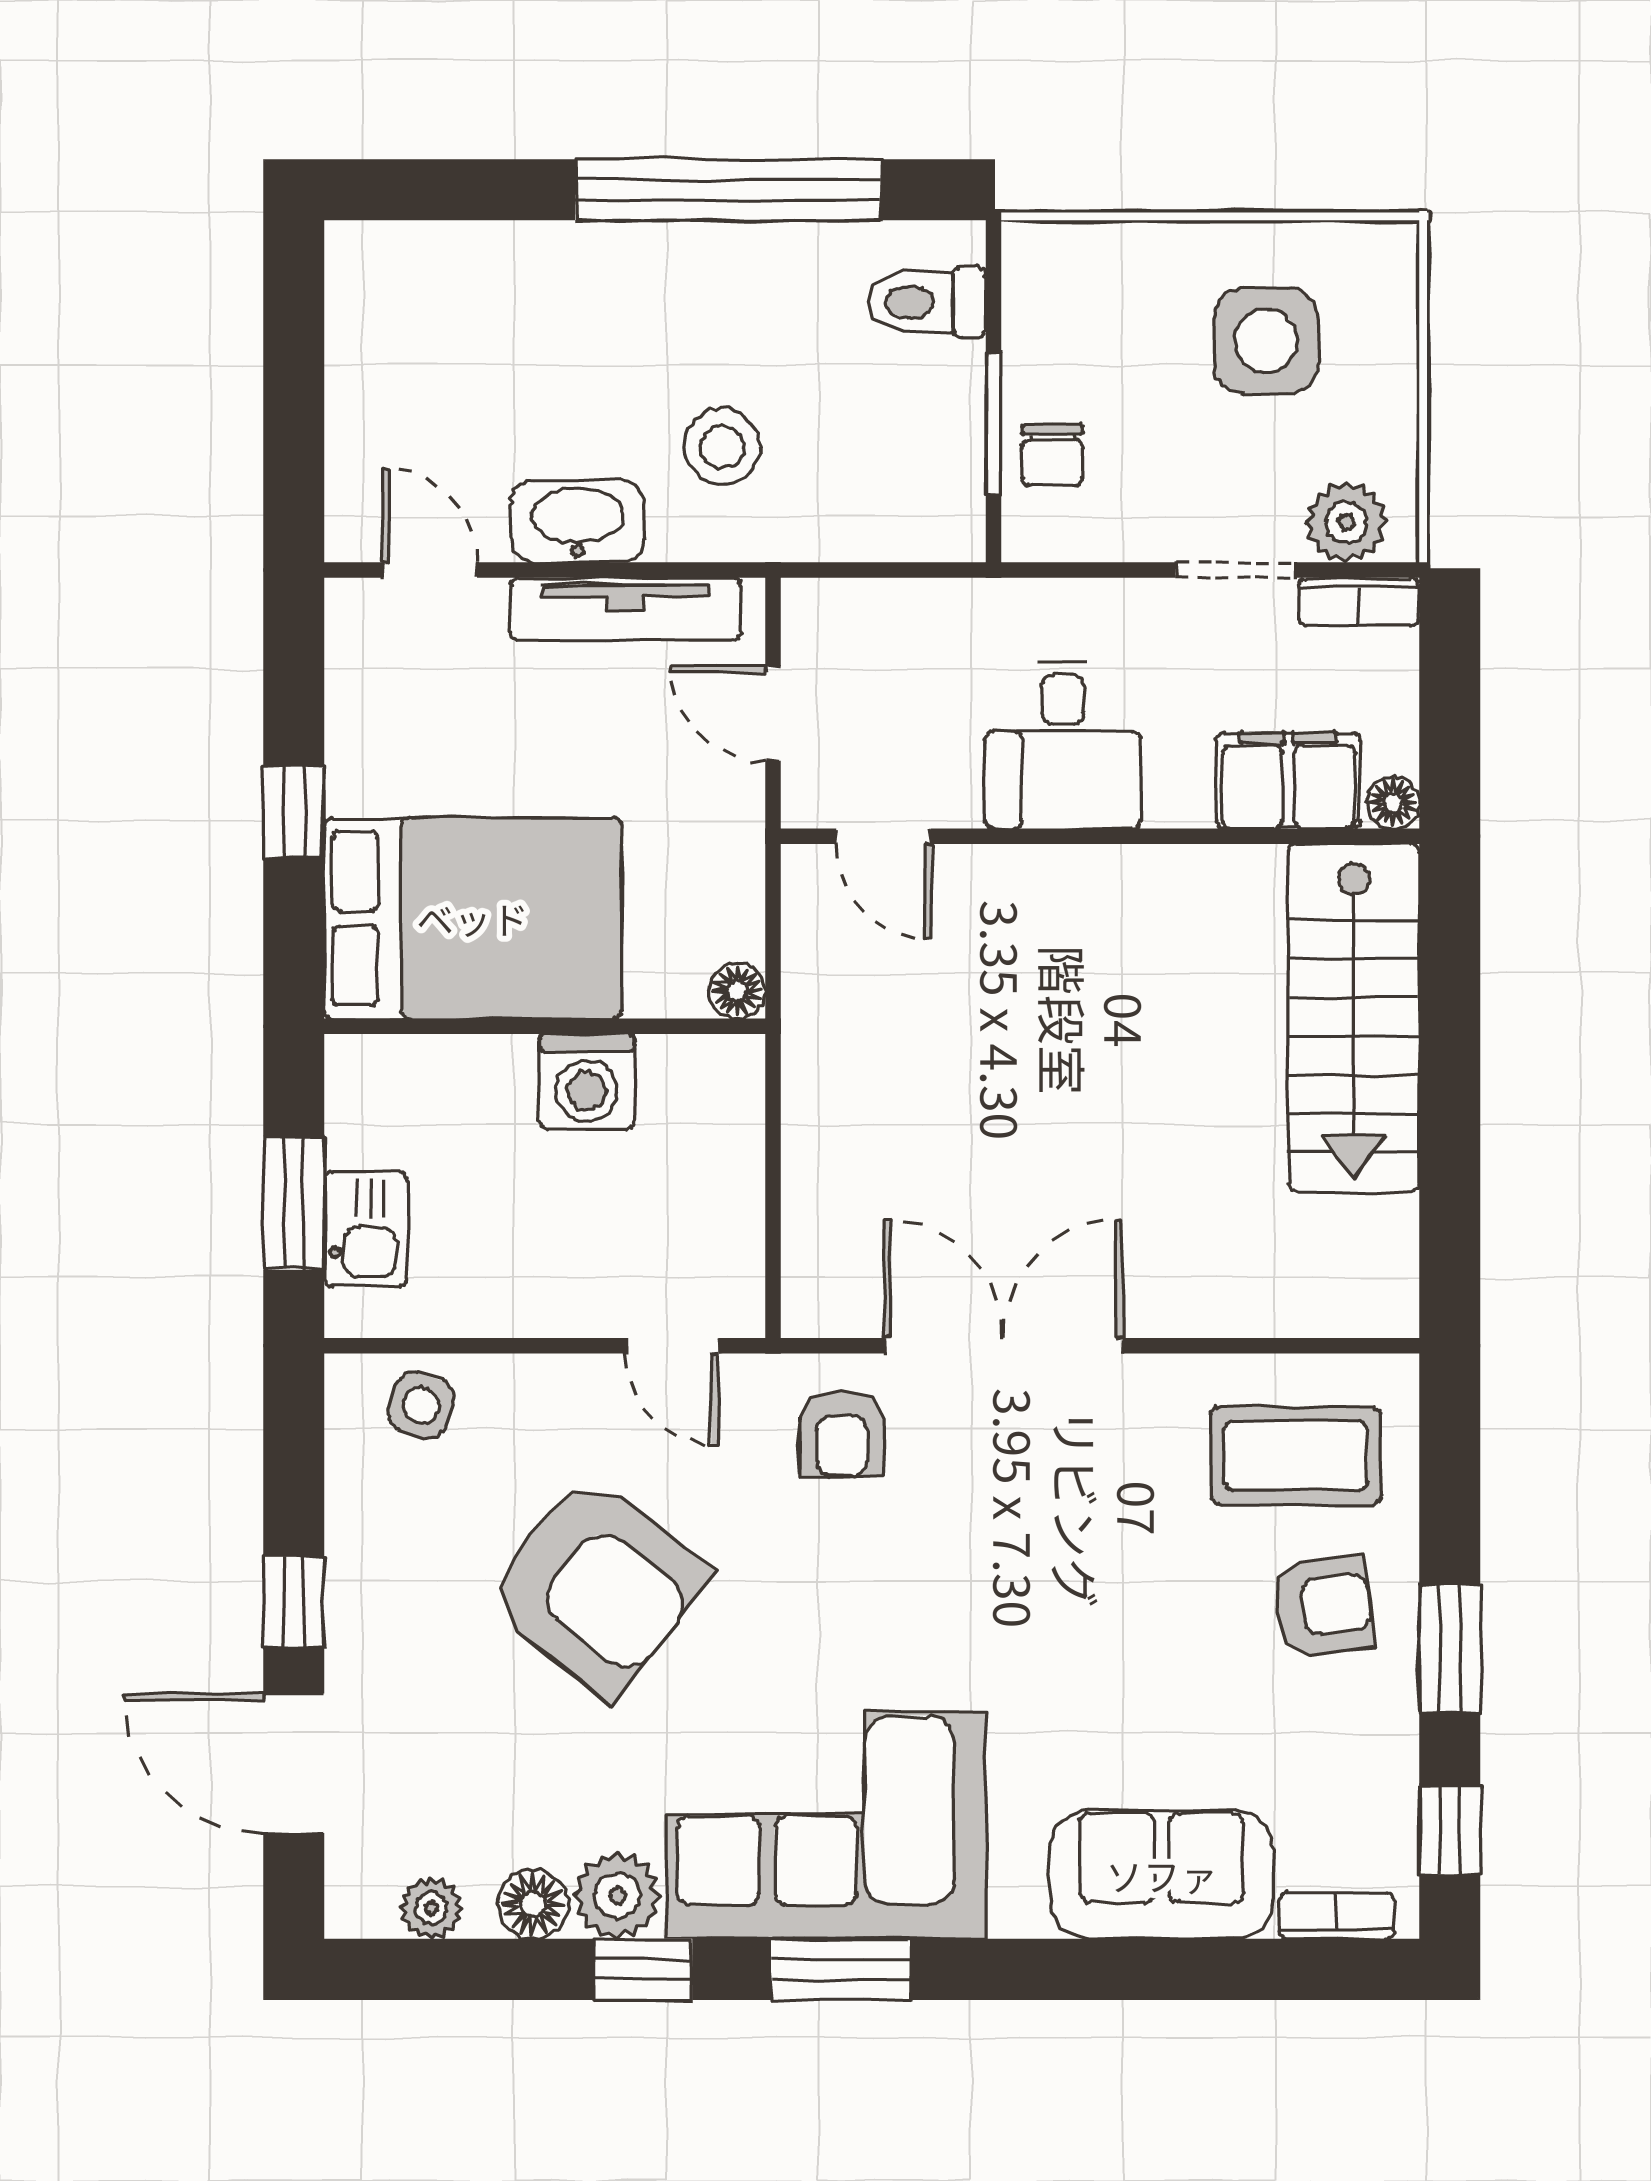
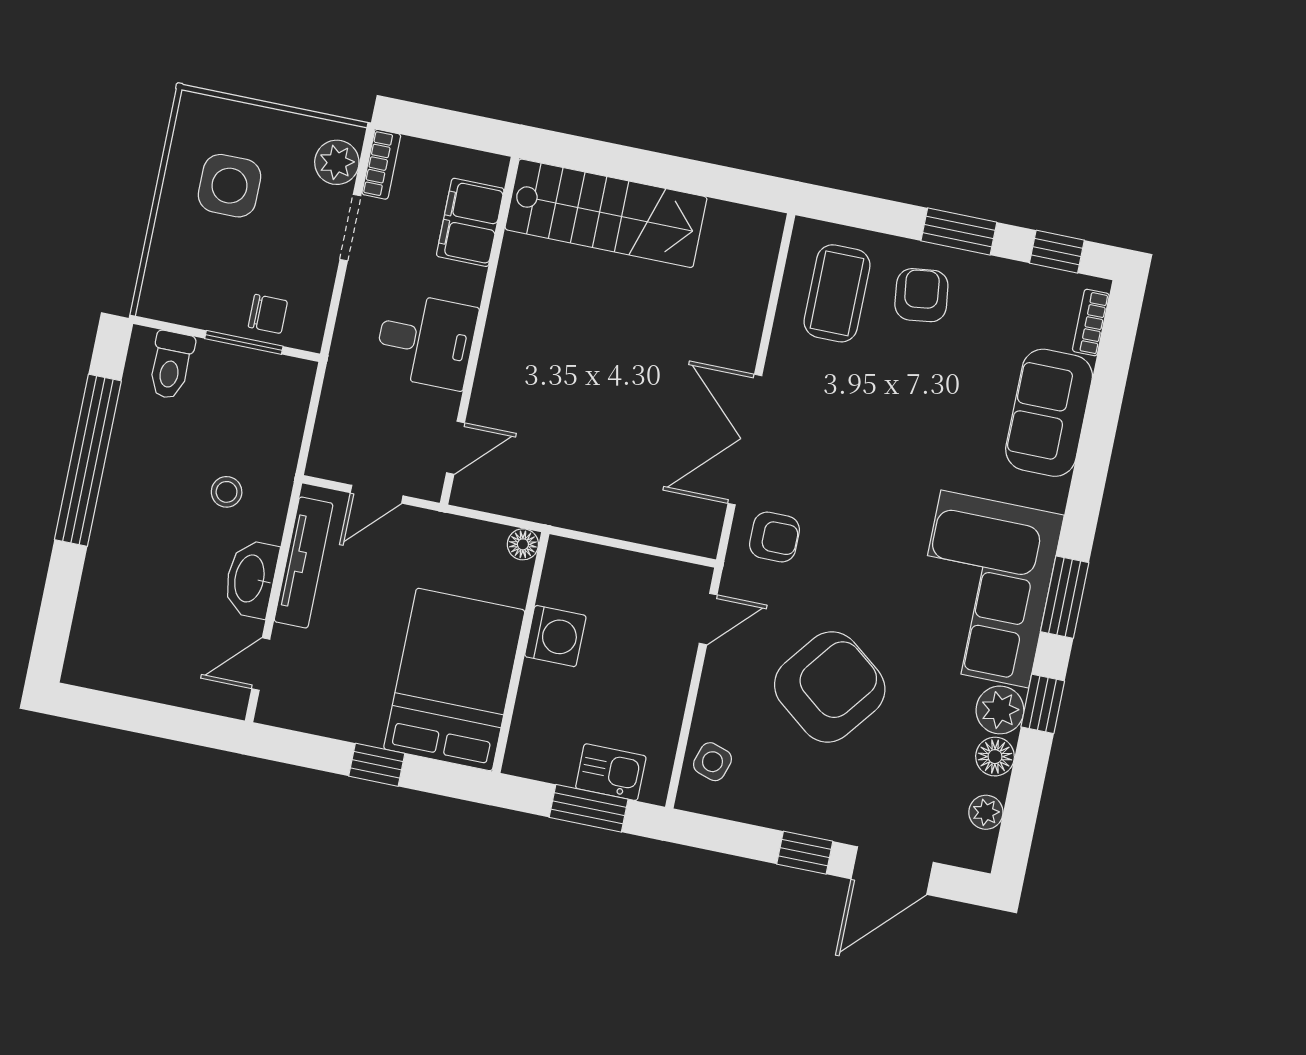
stool: (722, 447) -> (227, 492), width x0.73, depth x0.73
floor lamp: (1393, 802) -> (494, 168), removed

